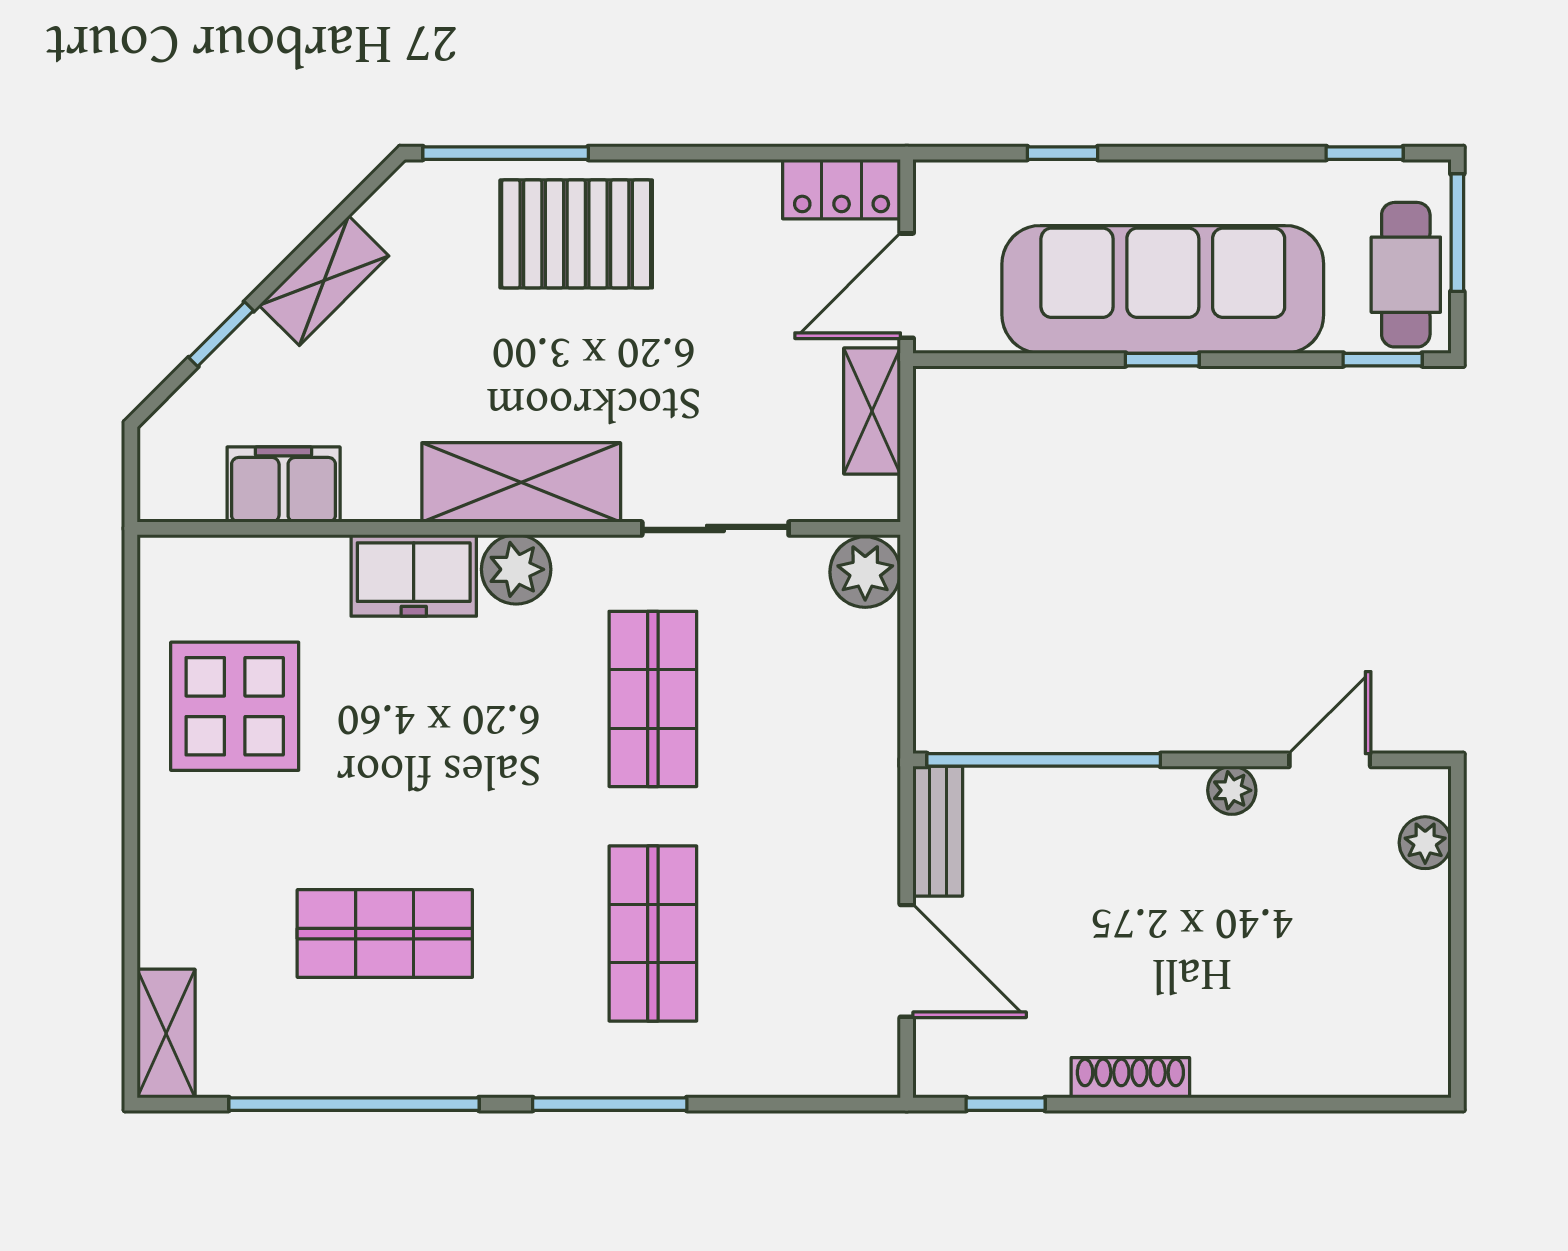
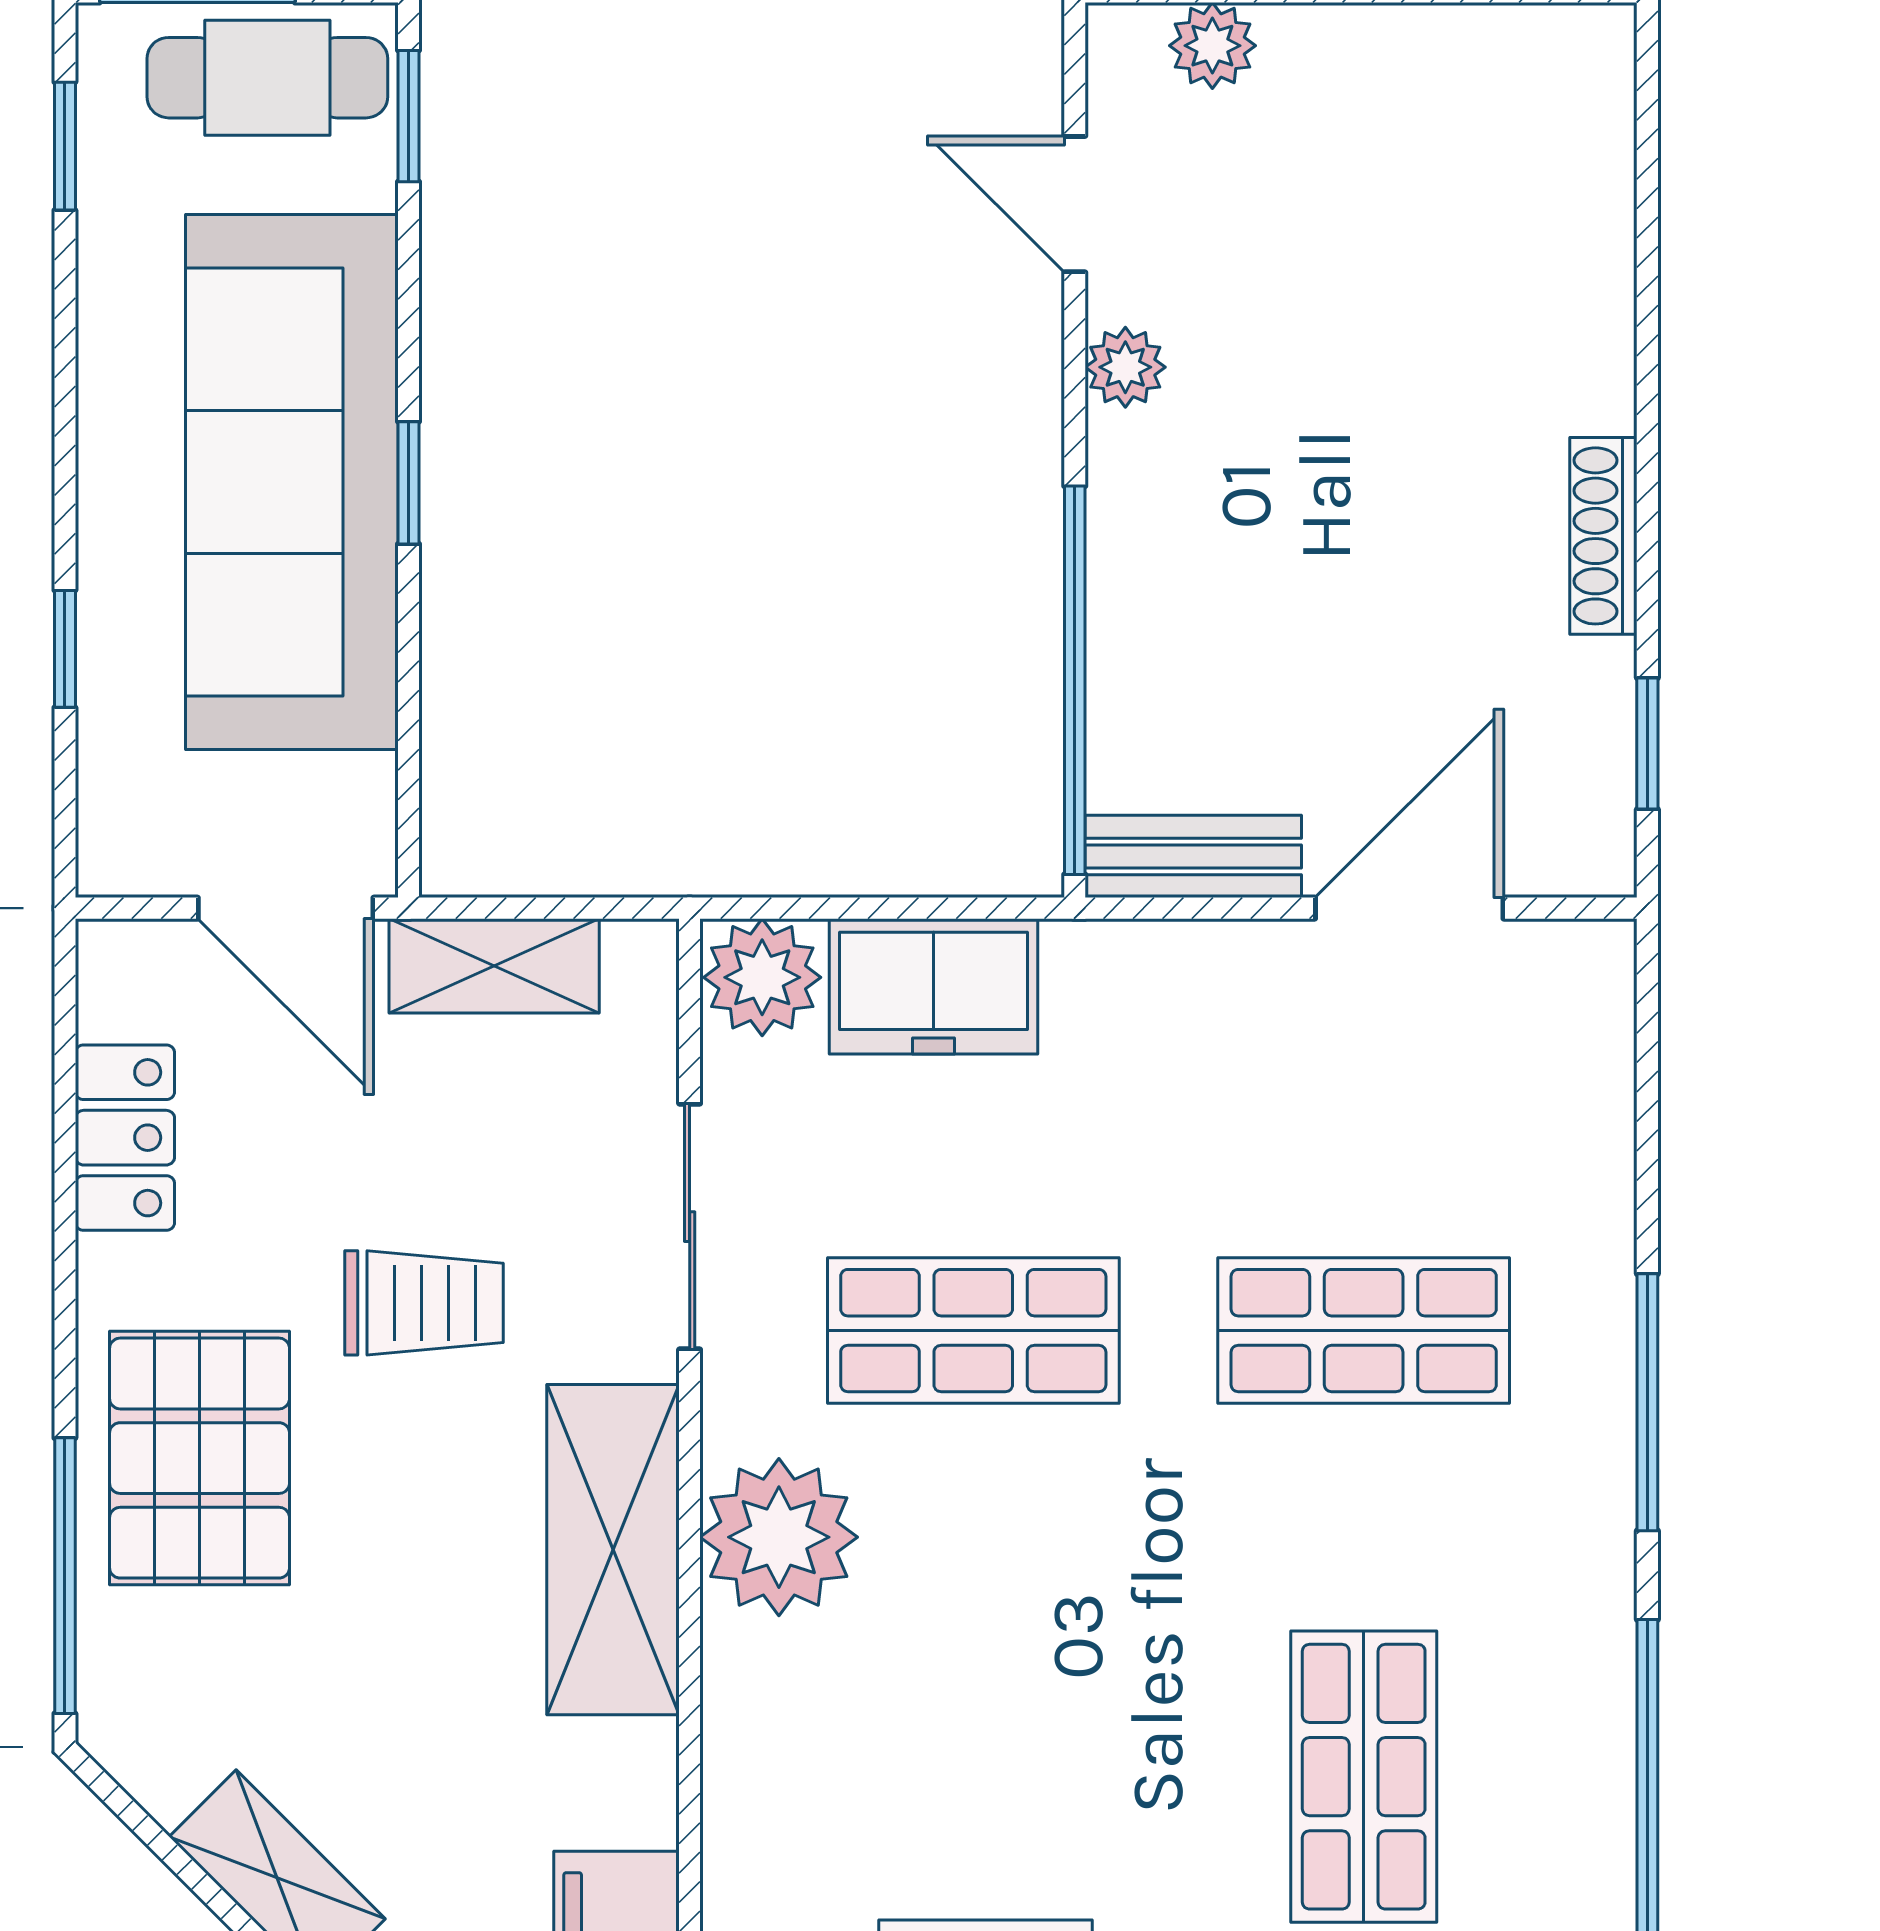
locker: (842, 189) -> (125, 1138), moved
trolley: (669, 369) -> (424, 1303), added
plant: (516, 569) -> (779, 1537), width x1.36, depth x1.36
freezer: (414, 575) -> (934, 986), moved, turned 90

